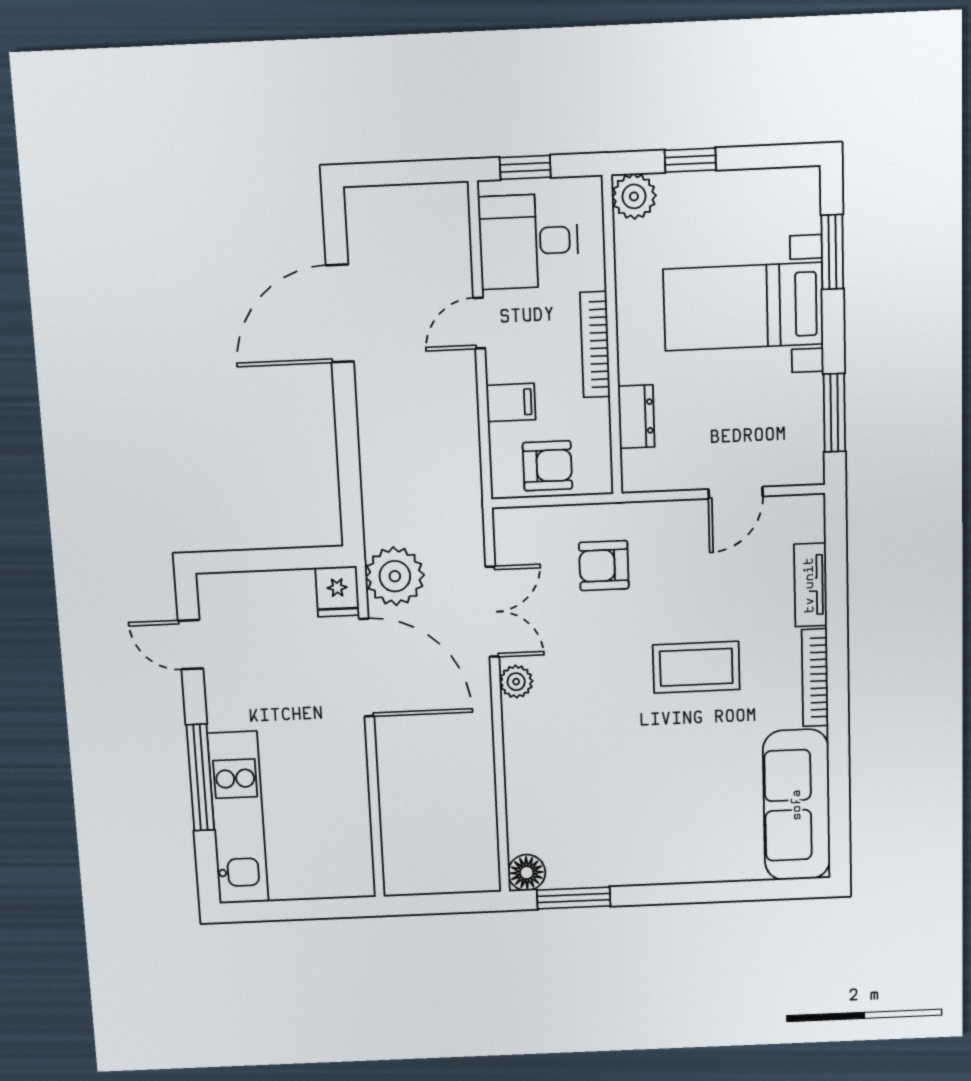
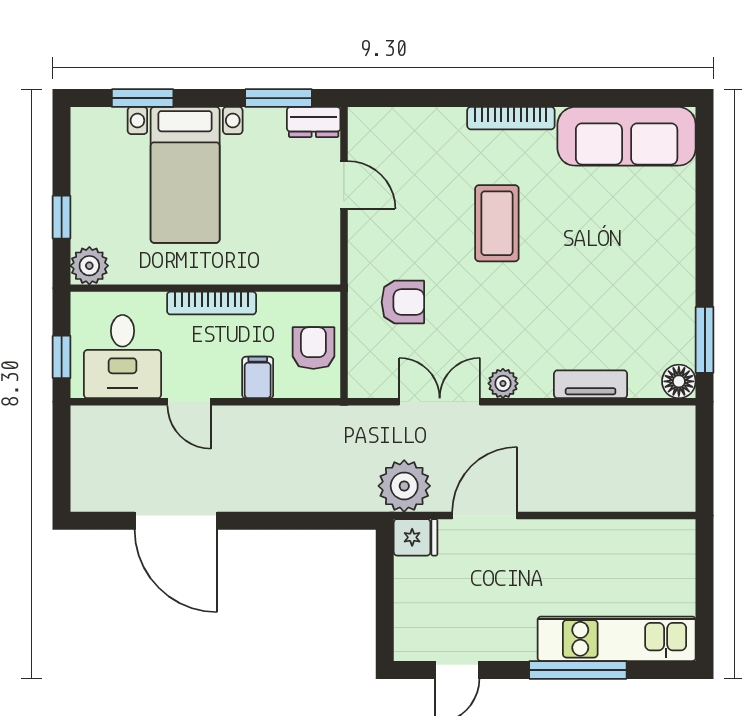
dresser: (636, 417) -> (314, 122), moved, turned 180
armchair: (604, 566) -> (403, 302), turned -90
tv unit: (810, 585) -> (591, 384), moved, turned 180
door: (367, 668) -> (485, 515), width x0.73

